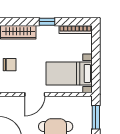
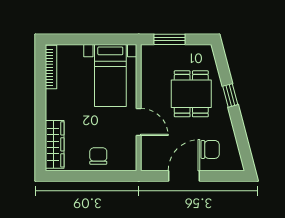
window: (47, 22) -> (40, 105), removed

